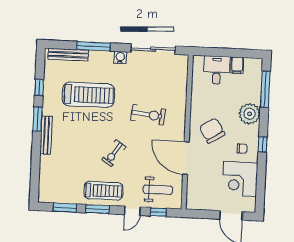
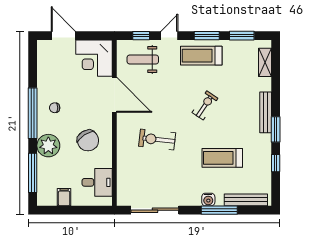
water cooler: (120, 57) -> (208, 200), moved
desk: (217, 70) -> (97, 182), moved, turned -90
treadmill: (88, 95) -> (222, 158), width x0.73, depth x0.73
chair: (212, 131) -> (88, 140), moved
window: (263, 145) -> (33, 113), width x3.17
exercise bike: (114, 153) -> (205, 105), moved
corner desk: (240, 179) -> (94, 58), moved, turned 180
shelving: (45, 182) -> (265, 62), added

